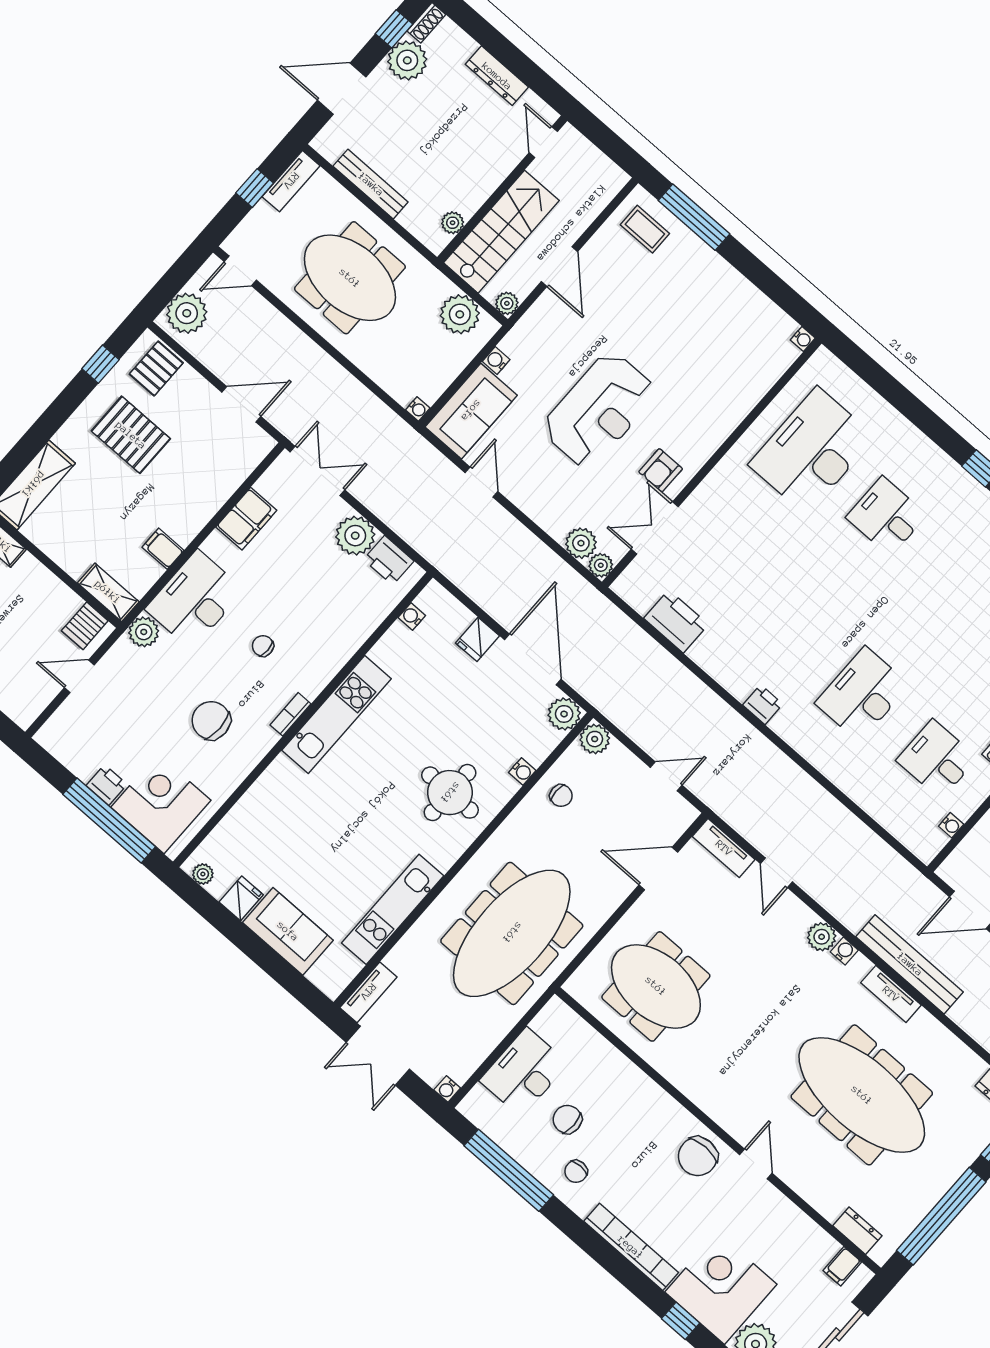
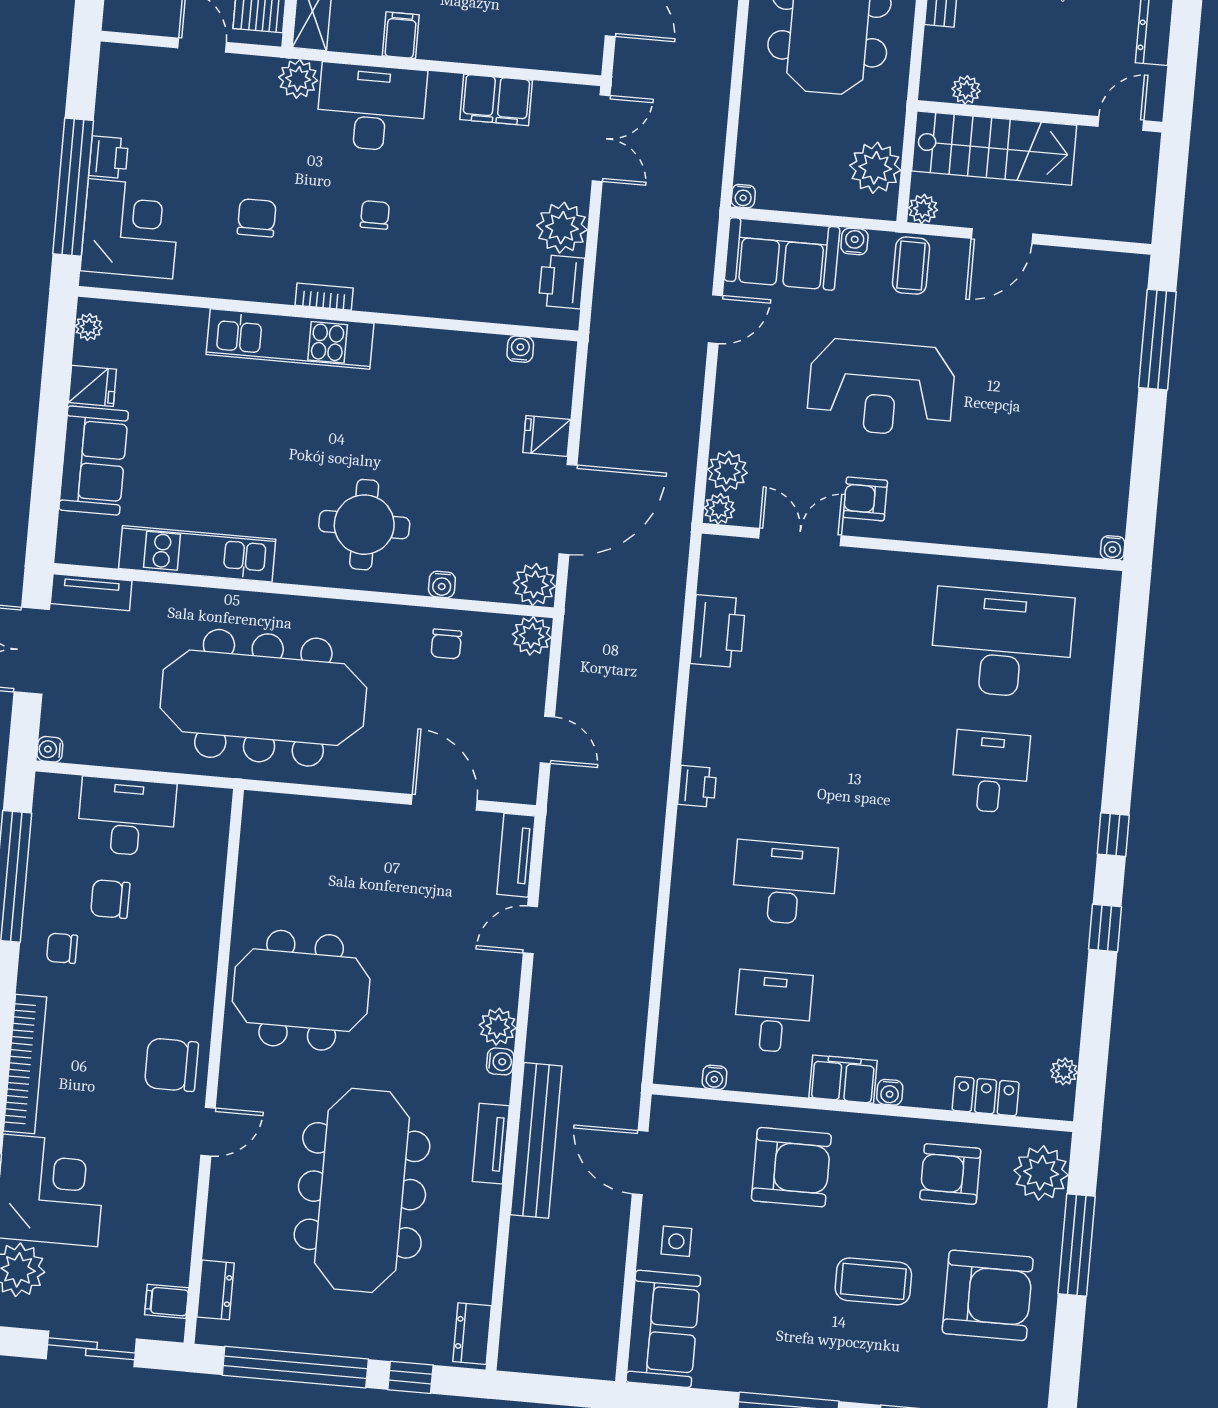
coffee table: (645, 229) -> (911, 266), moved
kitchen unit: (336, 714) -> (290, 339), moved
chair: (211, 720) -> (257, 218), width x0.73, depth x0.73
meeting table: (656, 986) -> (301, 990), moved, turned 90
chair: (567, 1119) -> (110, 899), turned -90

